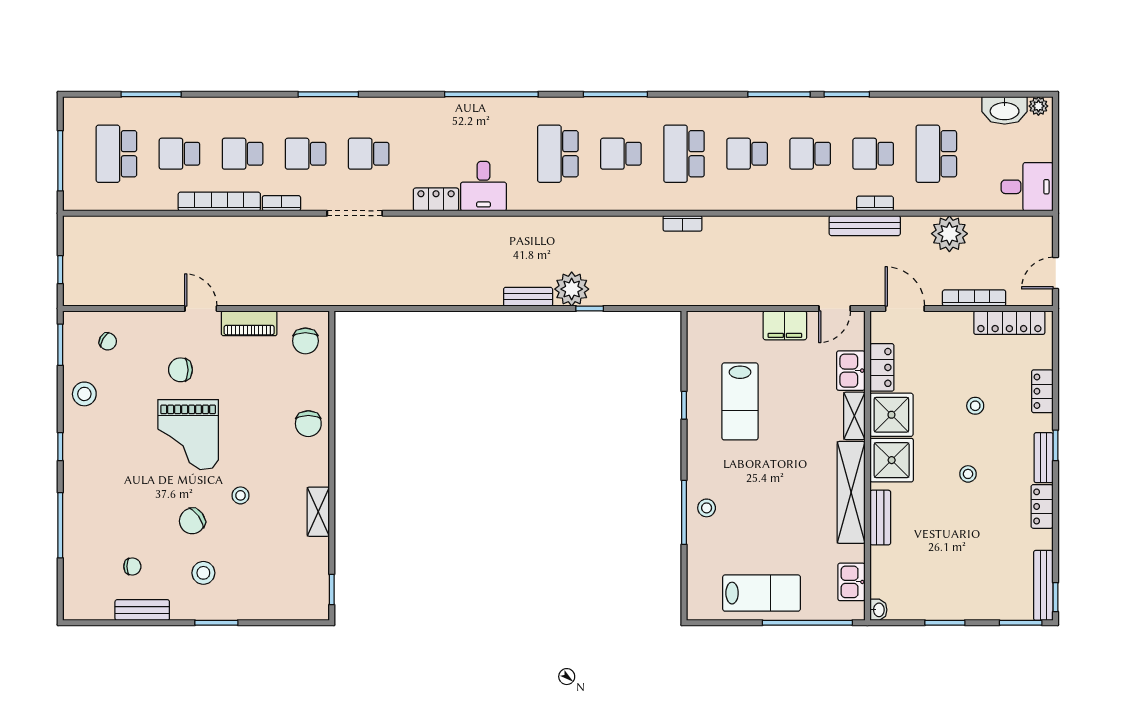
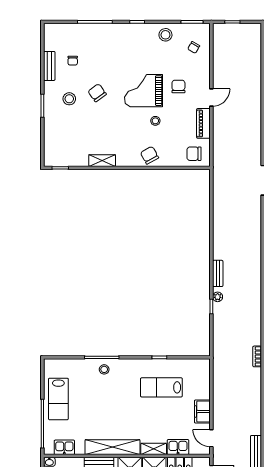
plant: (572, 289) -> (218, 297), width x0.53, depth x0.53
chair: (308, 424) -> (149, 155), turned 61
stool: (241, 495) -> (155, 121), moved

